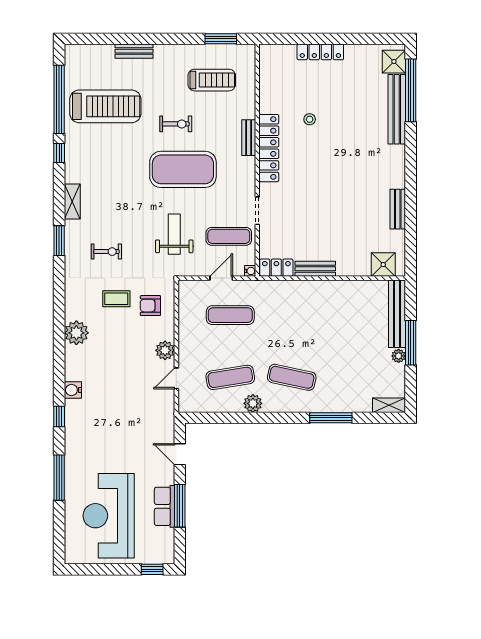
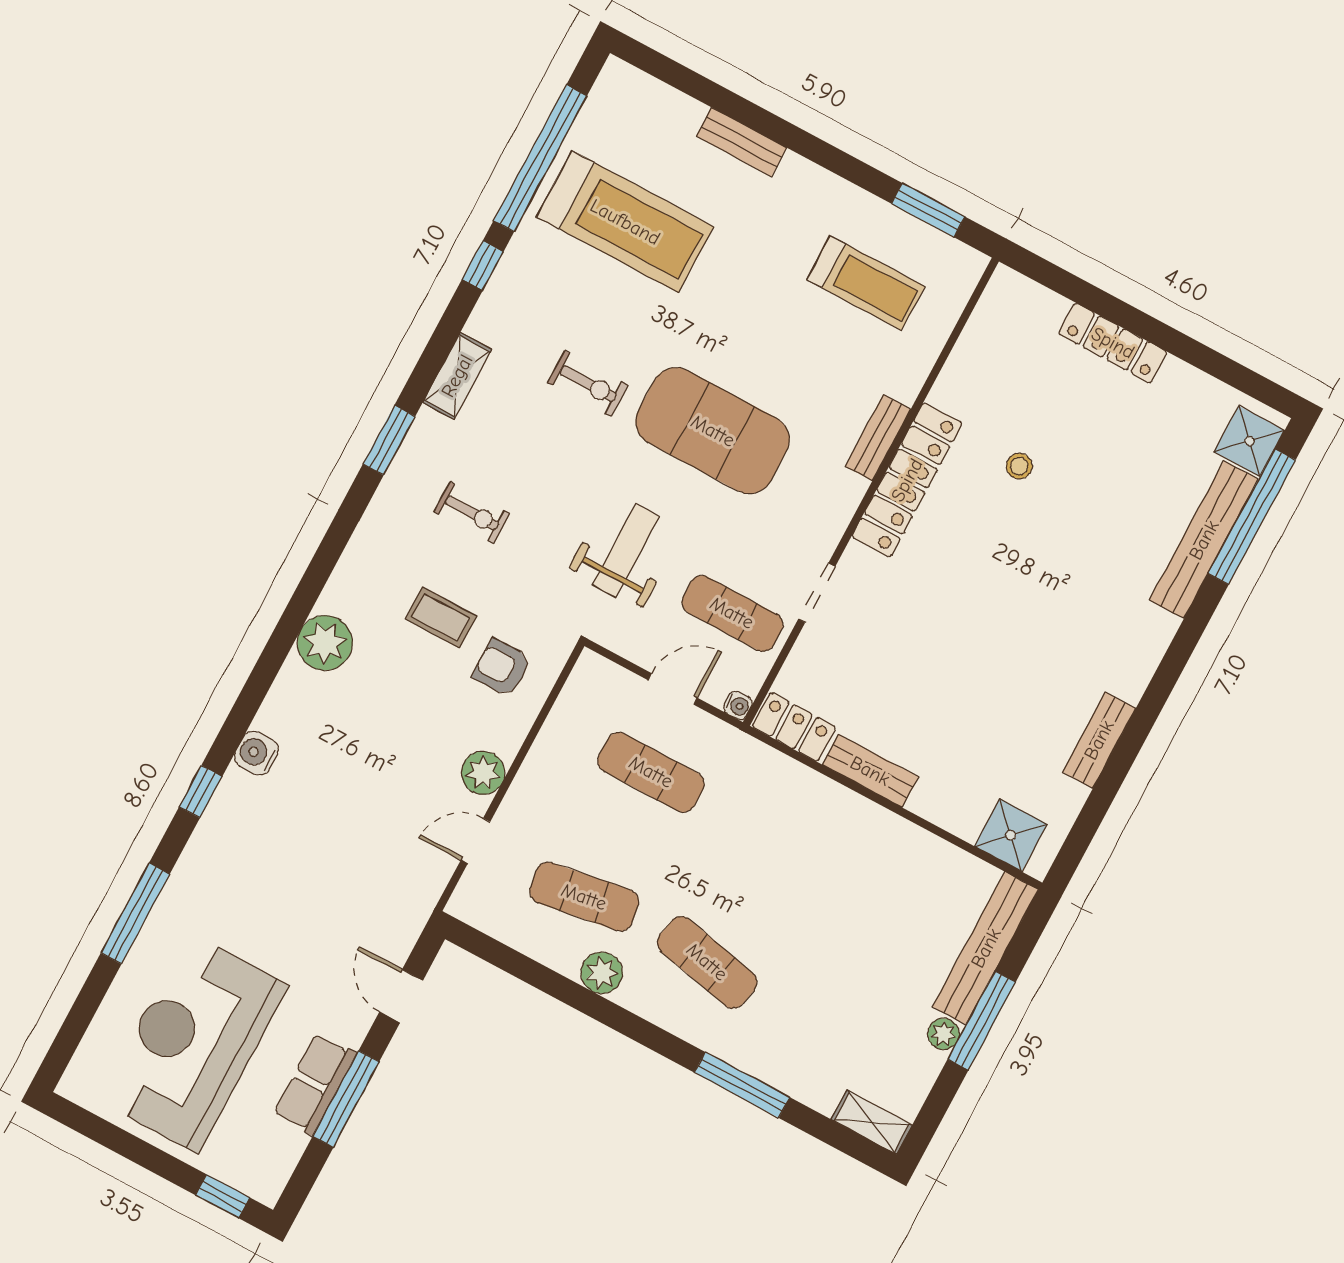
exercise bike: (176, 124) -> (588, 384), moved

